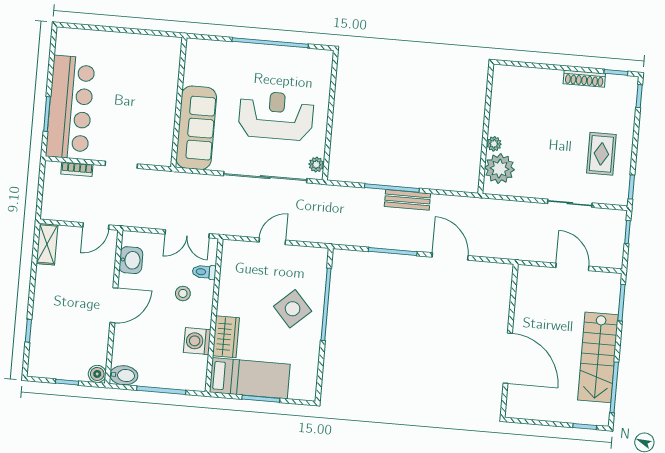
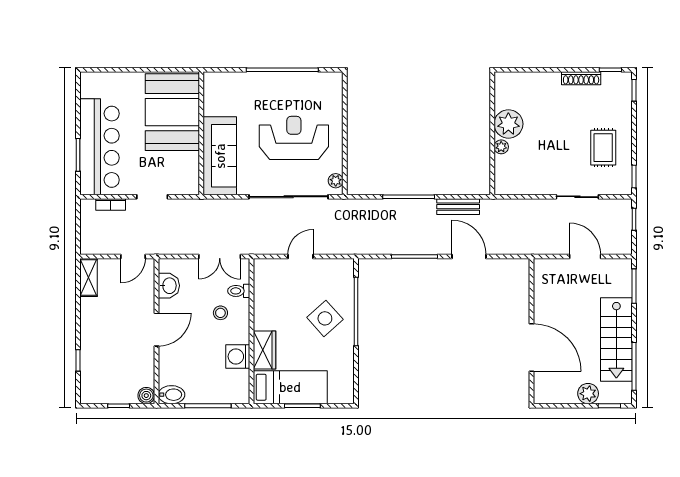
booth: (150, 77) -> (172, 112), added
plant: (500, 169) -> (508, 124), moved
bench: (407, 200) -> (458, 207), moved
plant: (563, 412) -> (588, 394), added

